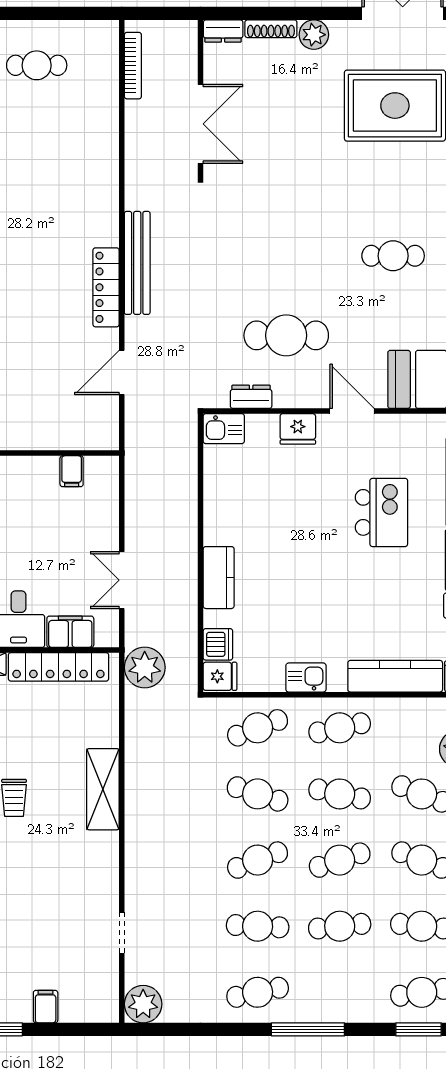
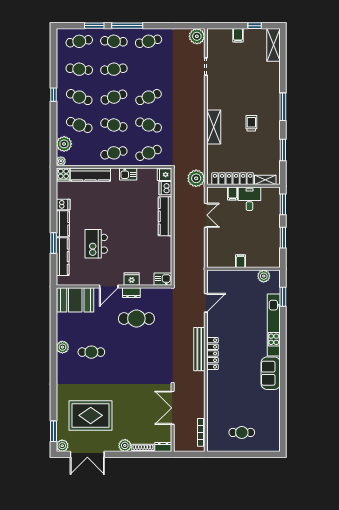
locker: (106, 287) -> (212, 353), moved
dresser: (251, 397) -> (131, 293), moved
door: (352, 411) -> (109, 287), hinge flipped
filing cabinet: (72, 471) -> (241, 261), moved
kitchen counter: (219, 578) -> (165, 216), width x1.50
filing cabinet: (70, 632) -> (233, 193), width x0.50
cafe table: (258, 926) -> (114, 41), moved
window: (419, 1029) -> (94, 26), moved

